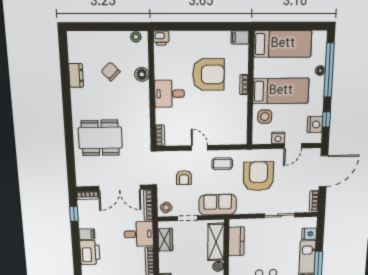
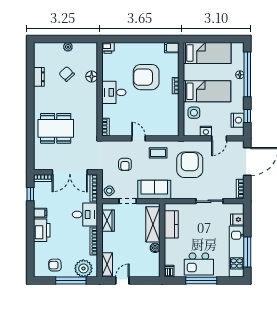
plant: (136, 37) -> (68, 47), moved
armchair: (208, 75) -> (146, 77), turned 180

